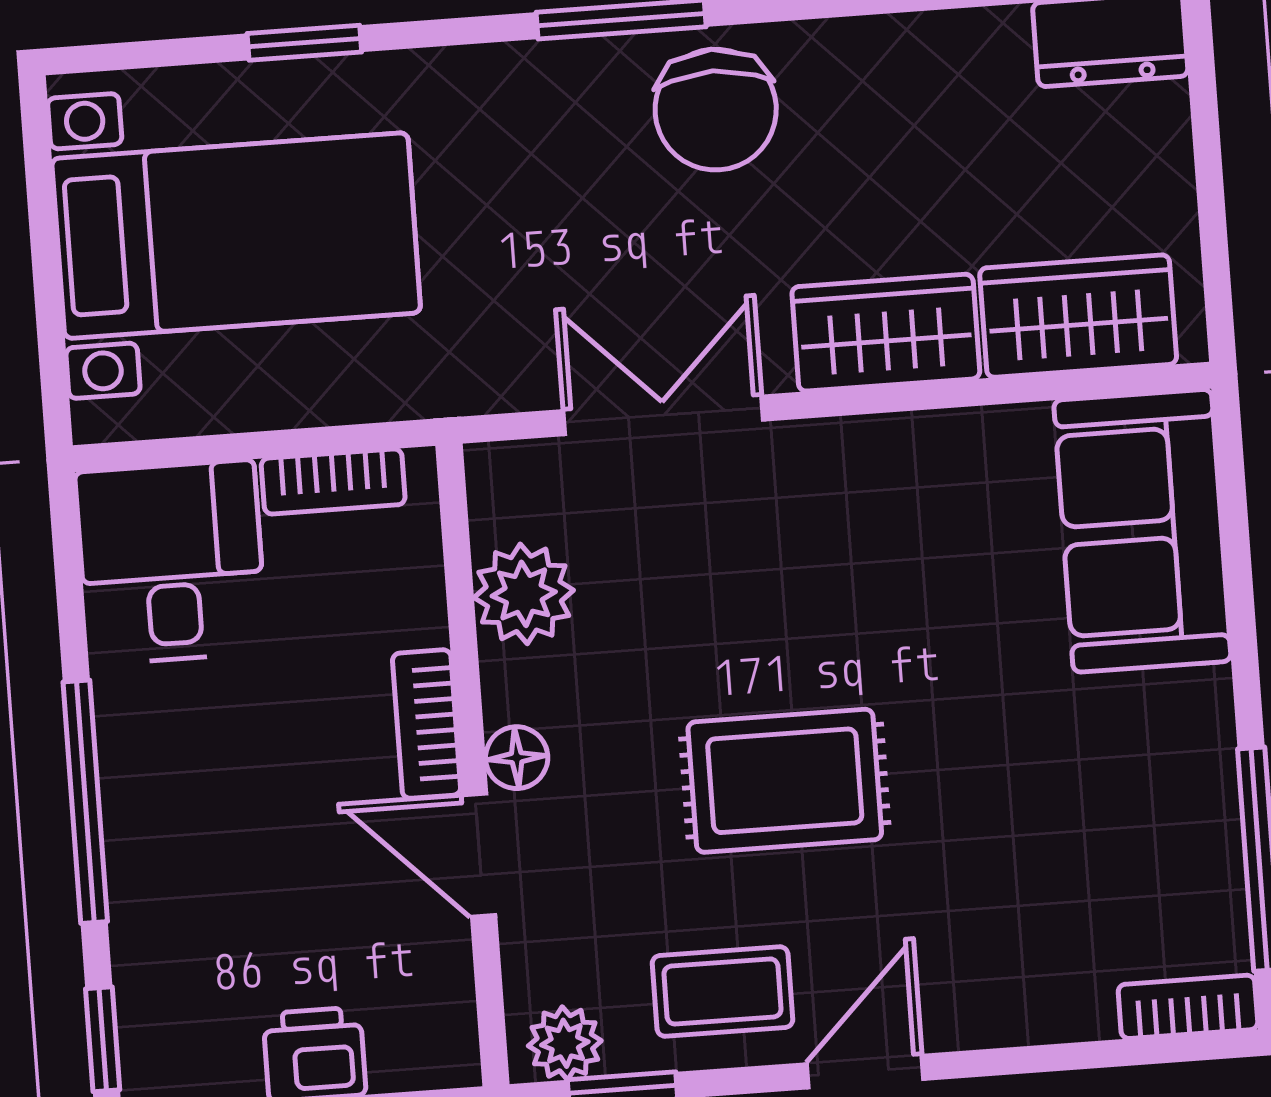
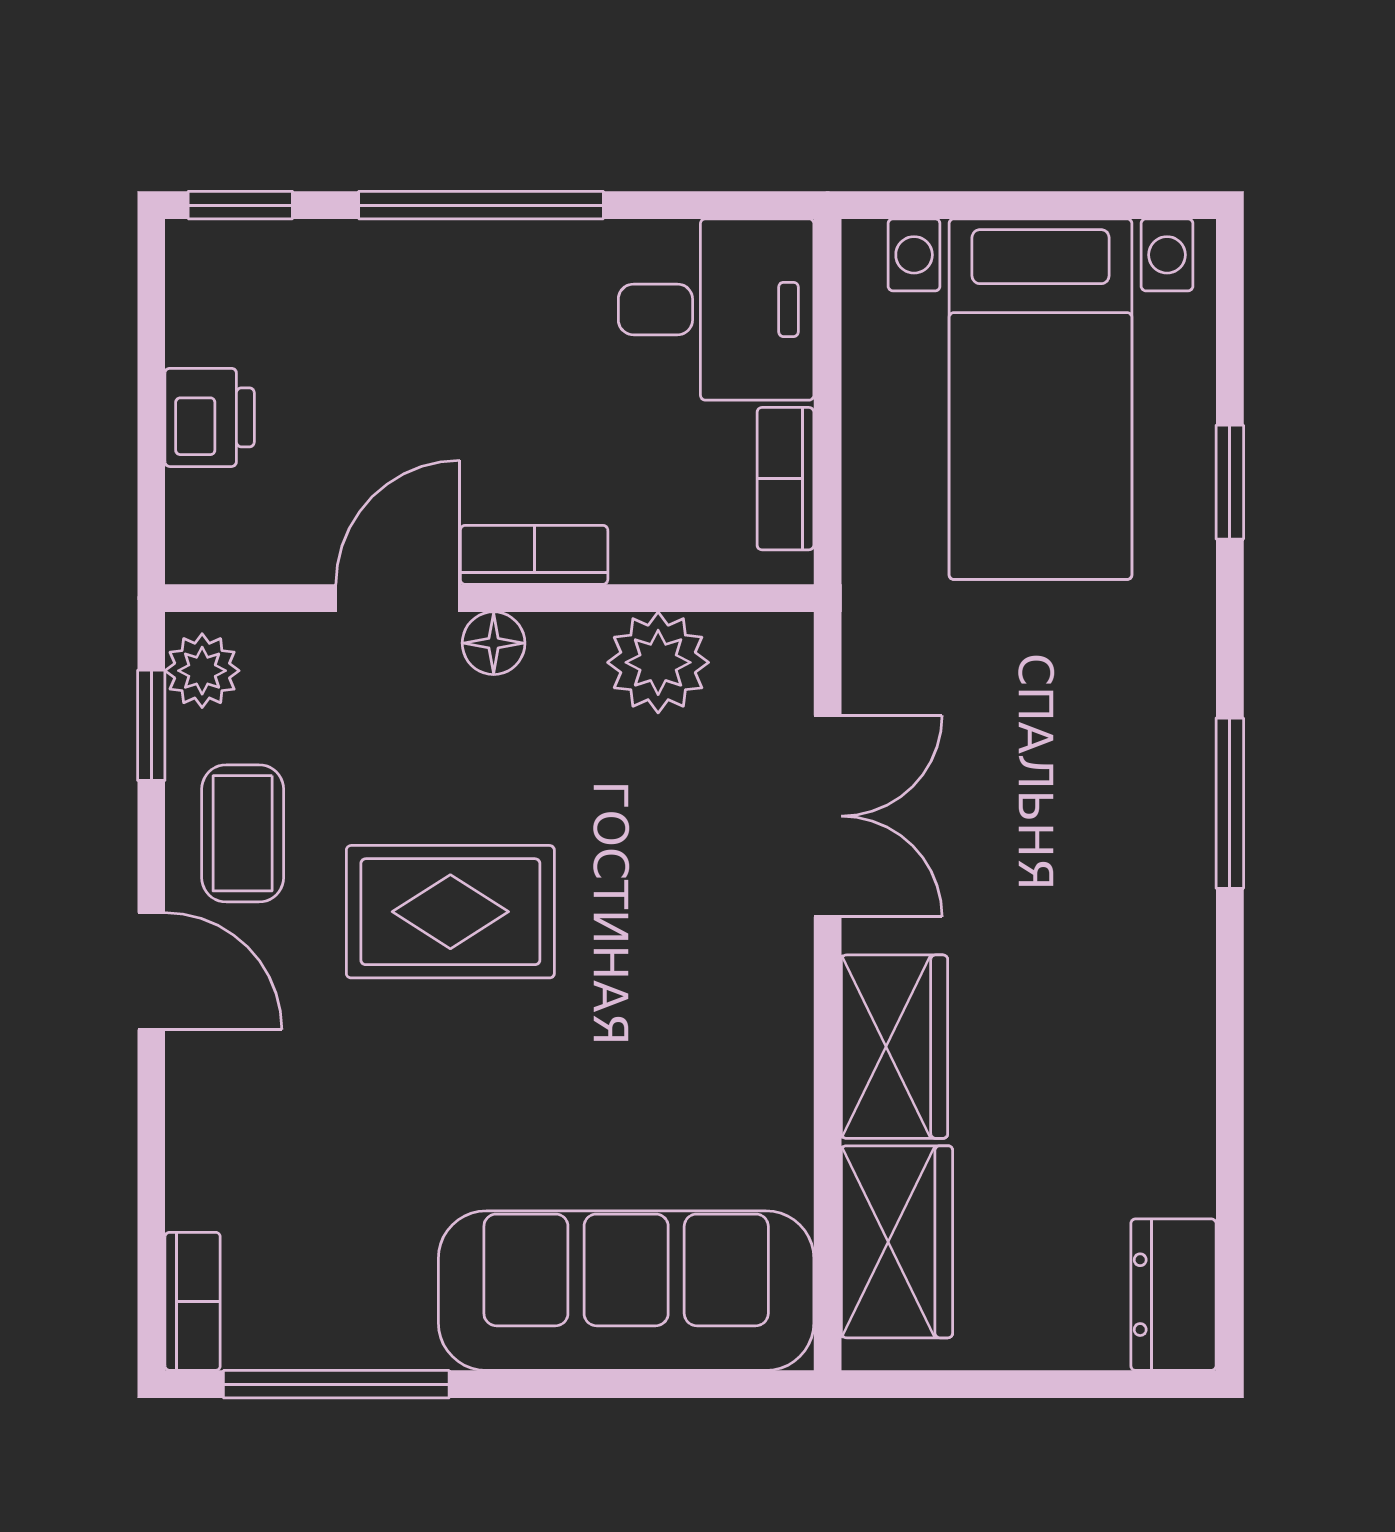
chair: (716, 110) -> (1132, 892), removed
sofa: (1142, 531) -> (626, 1291), width x1.36
rug: (785, 781) -> (450, 912), turned 90

